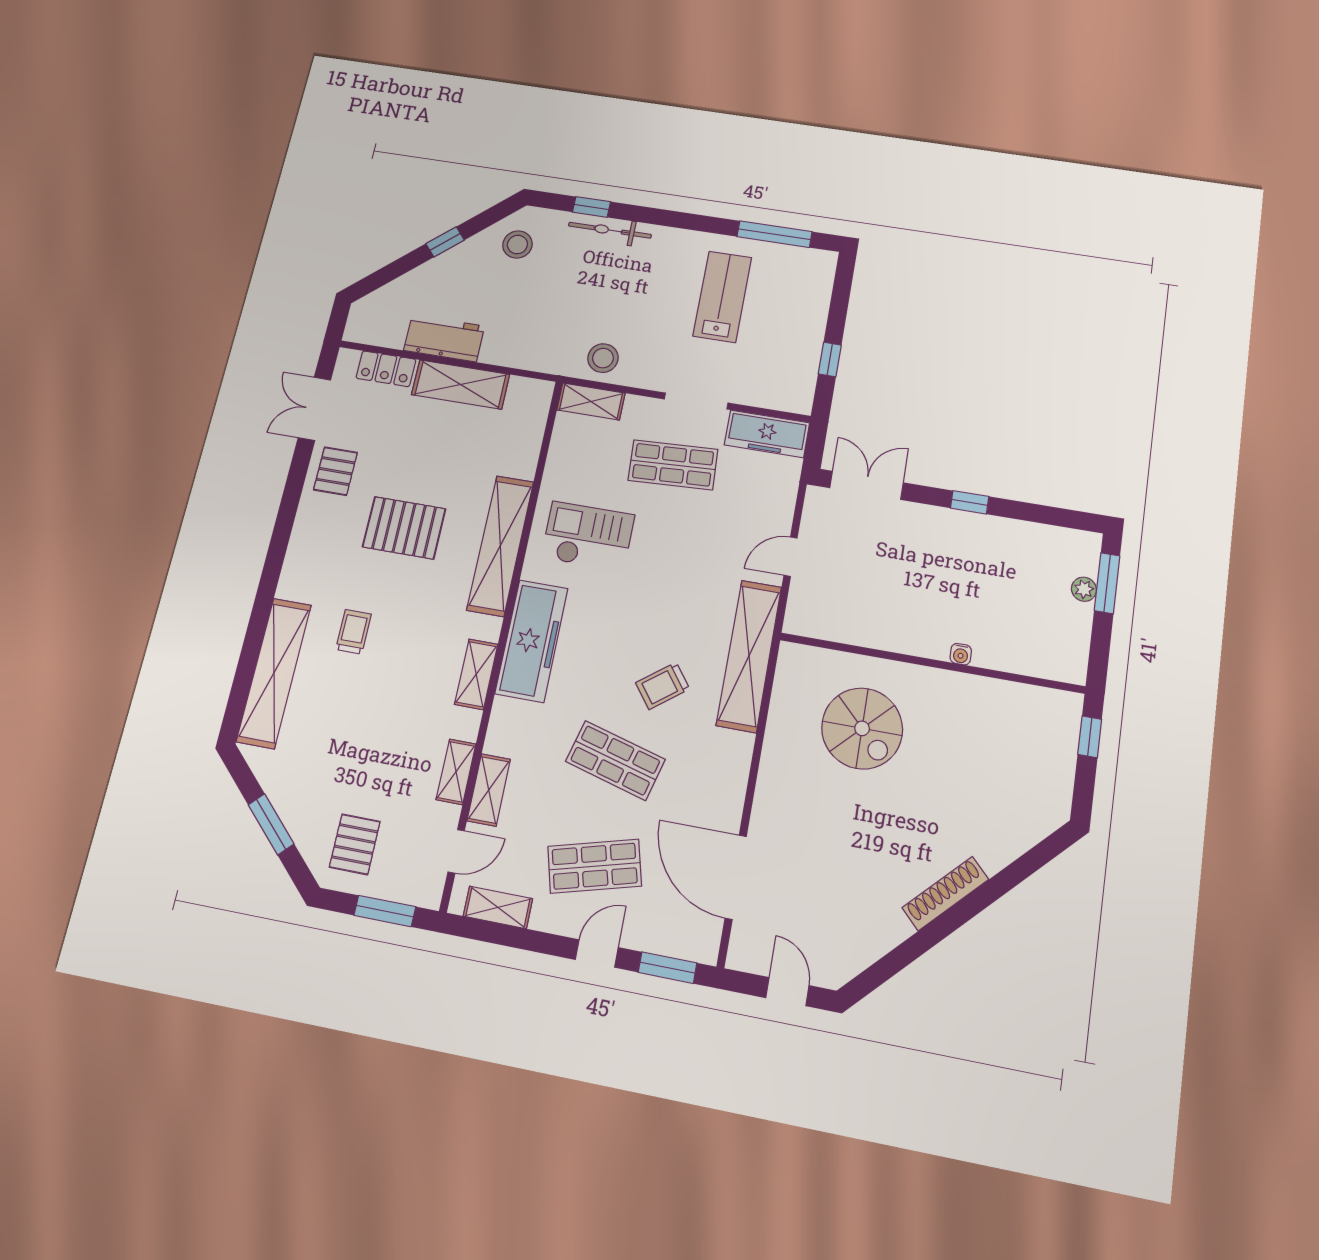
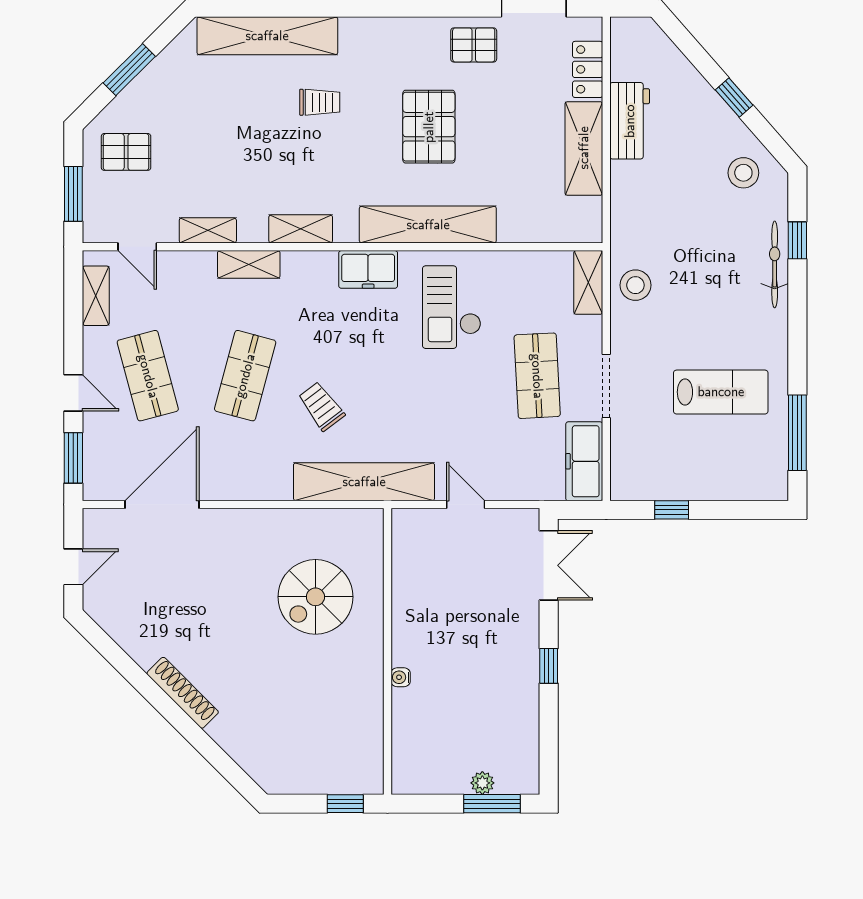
checkout: (588, 536) -> (452, 307), turned 180
freezer: (532, 641) -> (368, 269), width x0.52, depth x0.79
shelving: (489, 790) -> (249, 264), moved

